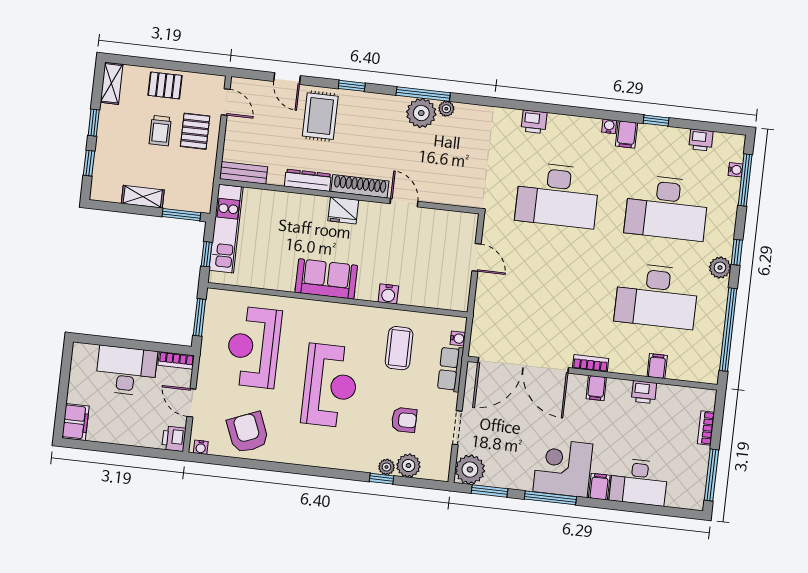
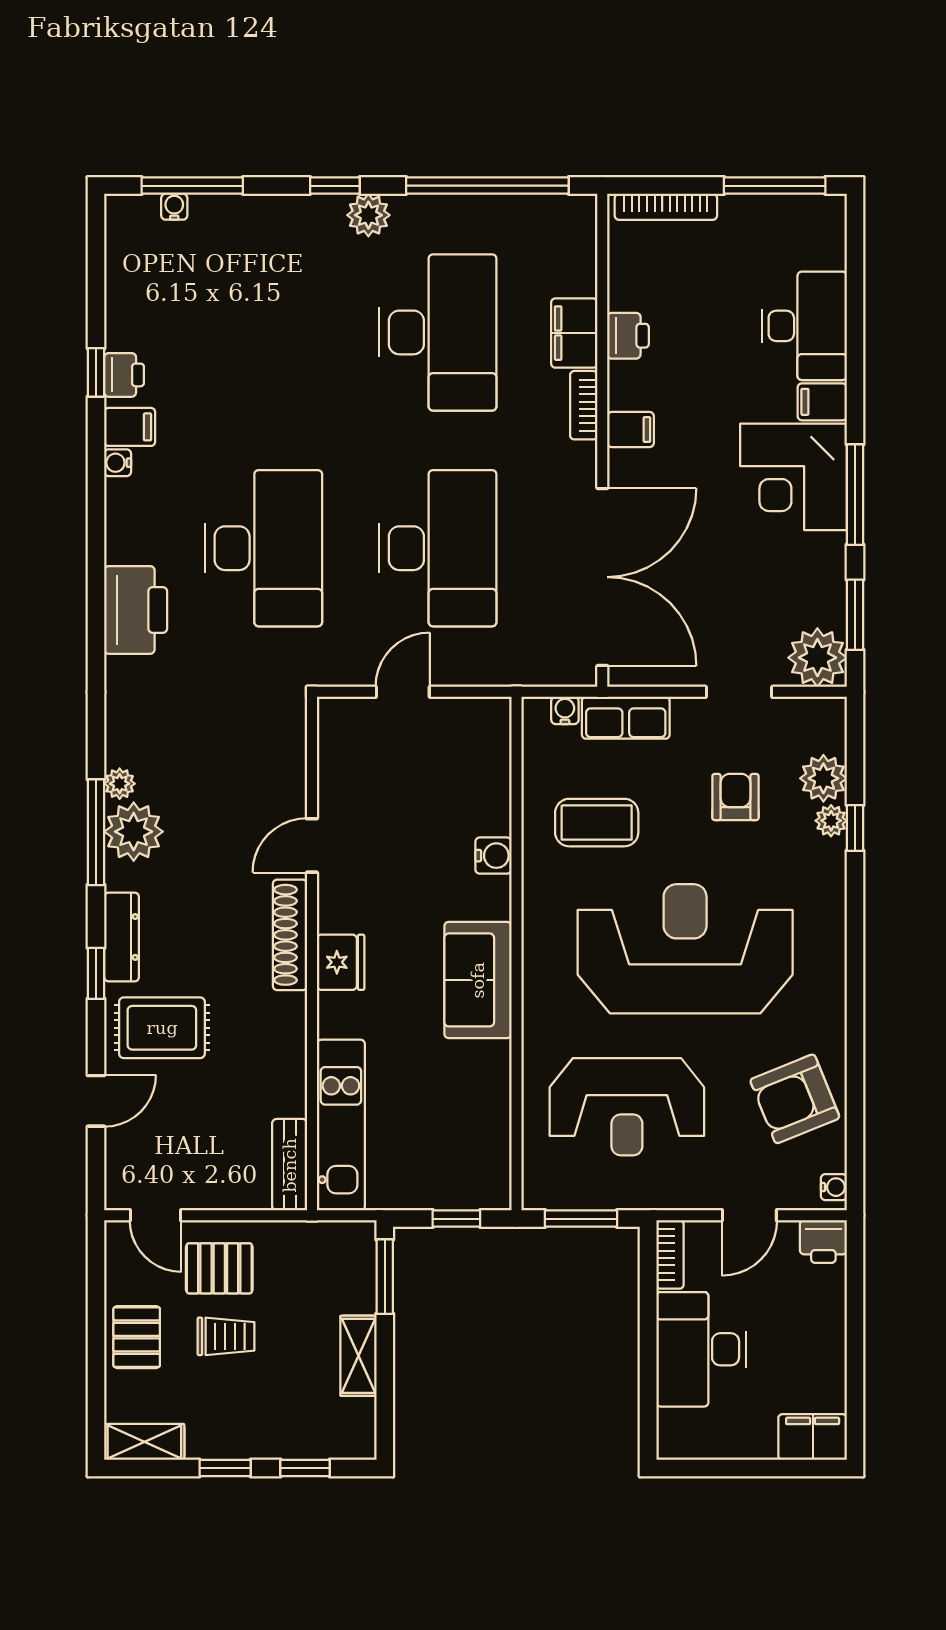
door: (226, 102) -> (155, 1215), swing flipped
printer: (534, 122) -> (136, 610), width x1.87, depth x1.48
printer: (701, 140) -> (124, 375), moved
dresser: (308, 180) -> (122, 937), moved, turned 180
desk: (667, 208) -> (438, 548), moved
kitchen unit: (226, 229) -> (341, 1125), moved, turned 90
bookcase: (591, 363) -> (584, 405), moved
filing cabinet: (657, 366) -> (574, 333), width x2.00
reception desk: (330, 386) -> (685, 949), width x1.36, depth x1.30
bookcase: (706, 428) -> (666, 207), width x1.56

